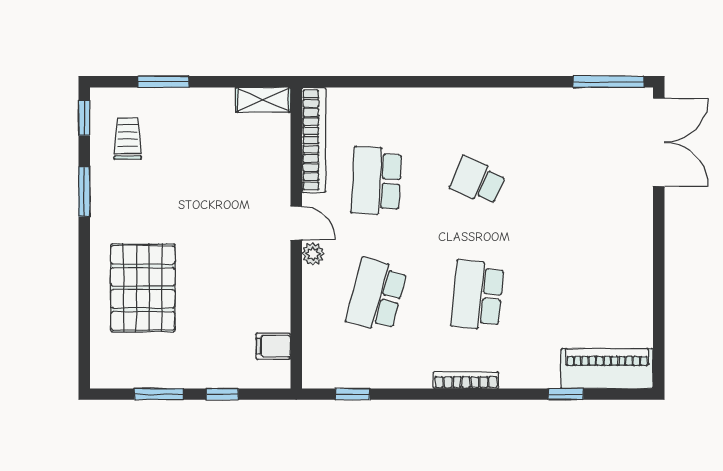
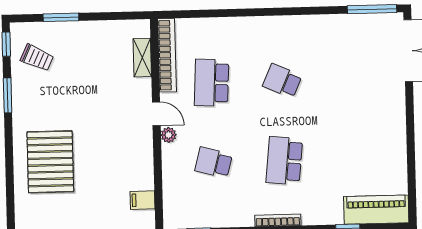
shelving: (263, 100) -> (142, 58), moved, turned 90
trolley: (128, 139) -> (37, 58), turned 115
school desk: (376, 295) -> (214, 163), width x0.54

